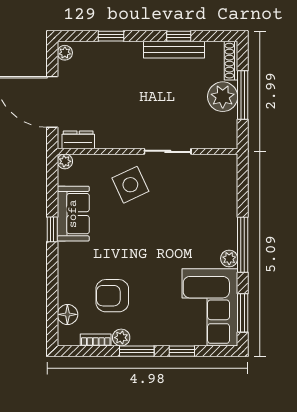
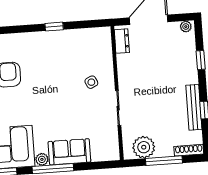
plant: (223, 97) -> (144, 147), moved
plant: (65, 161) -> (105, 32), removed
side table: (130, 185) -> (91, 82), width x0.54, depth x0.54
sofa: (73, 214) -> (69, 152), moved, turned 180

